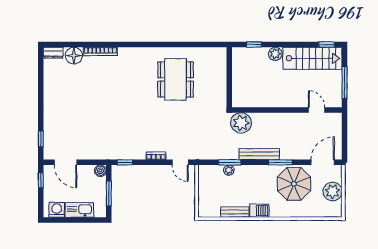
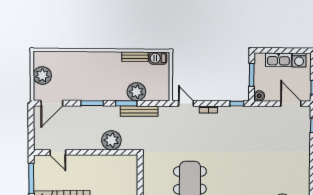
plant: (241, 123) -> (111, 140), moved
bench: (259, 154) -> (139, 111), moved
window: (230, 162) -> (126, 103), moved
plant: (229, 170) -> (136, 92), width x1.88, depth x1.88
parasol: (294, 184) -> (79, 83), removed
barbecue: (259, 211) -> (158, 58), moved

